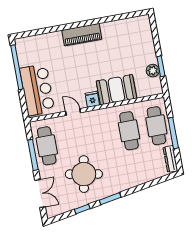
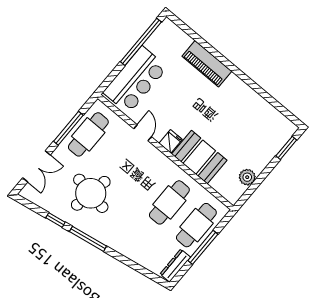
piano: (82, 35) -> (207, 64), moved
window: (161, 66) -> (286, 148), moved
window: (110, 199) -> (88, 239), width x1.44

